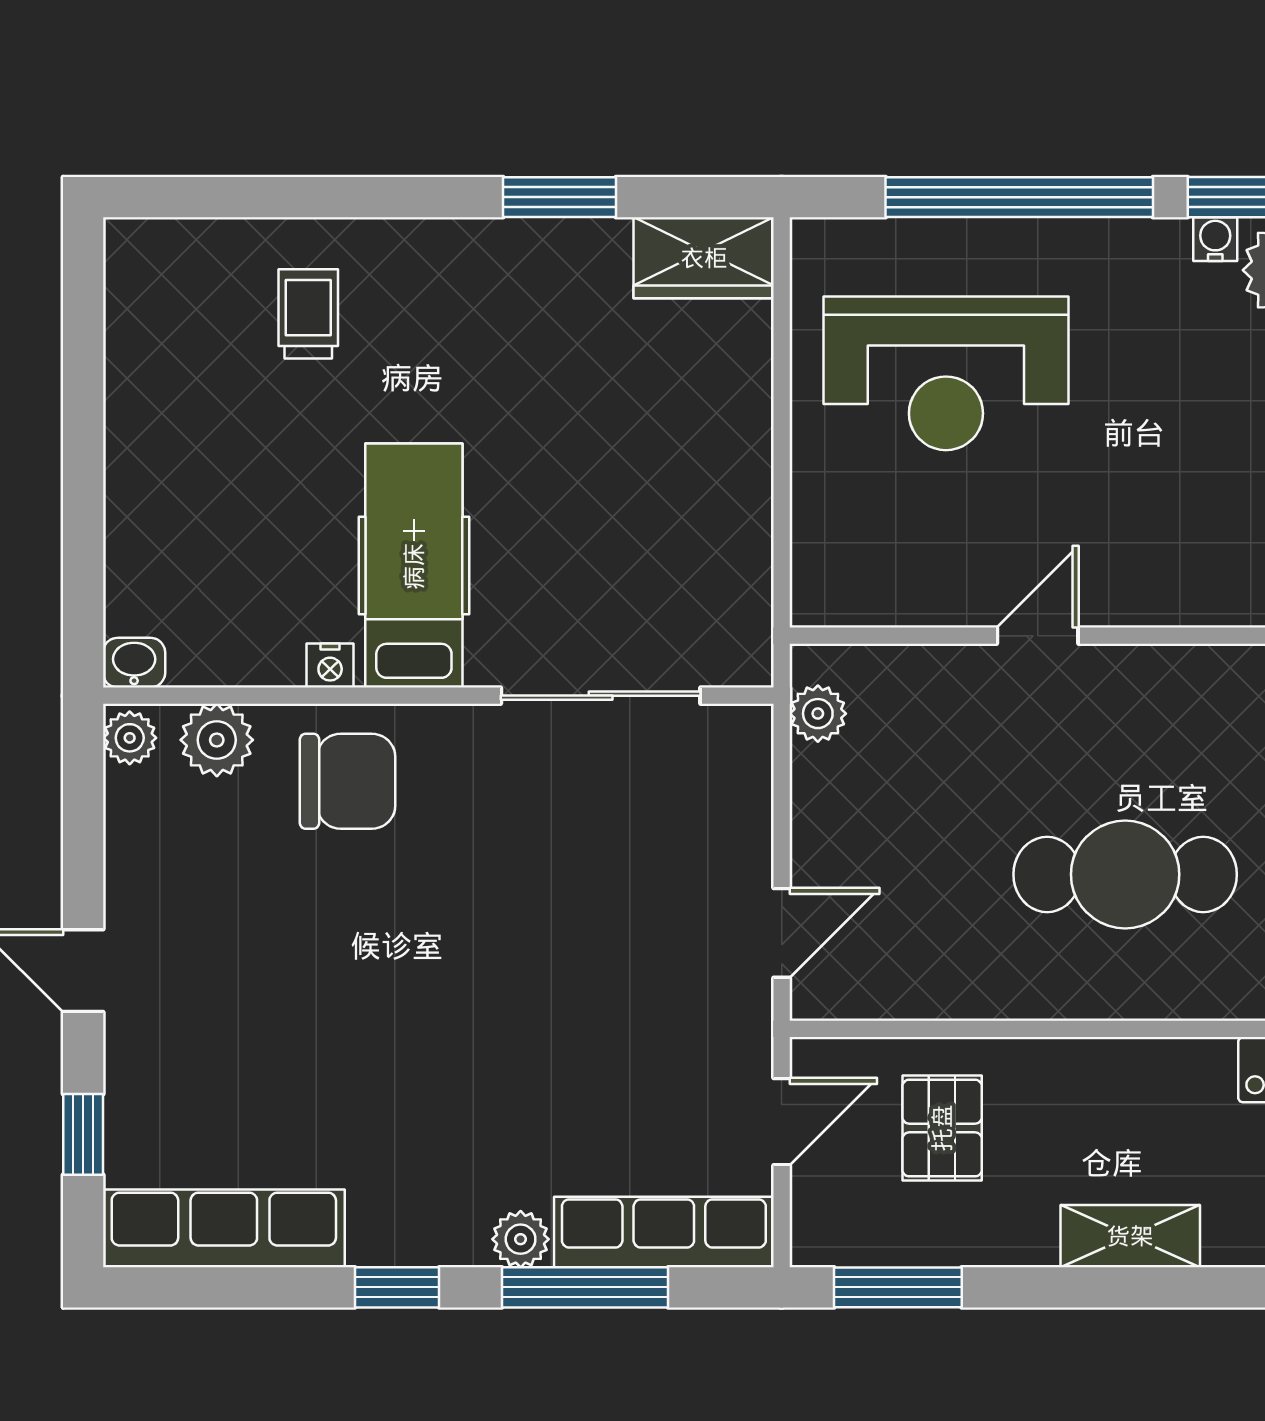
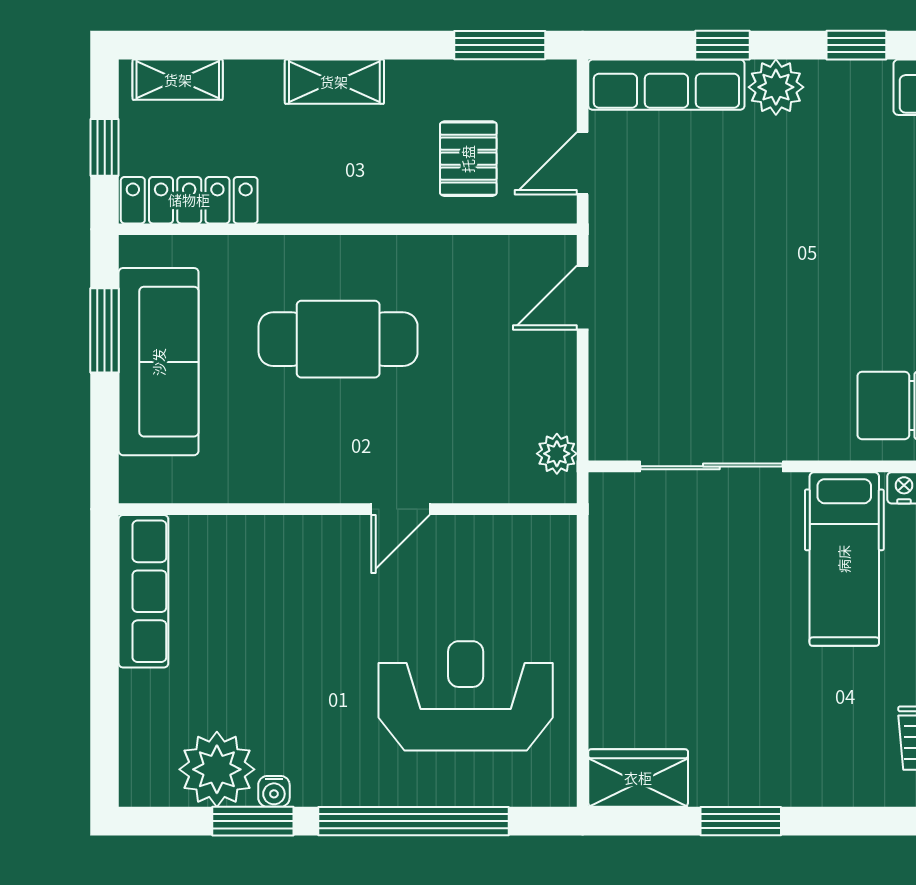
plant: (521, 1239) -> (776, 87), width x1.38, depth x1.38
window: (585, 1287) -> (723, 45), width x0.46

